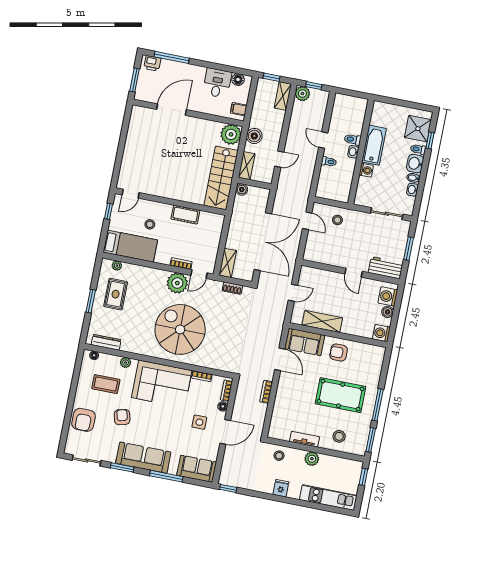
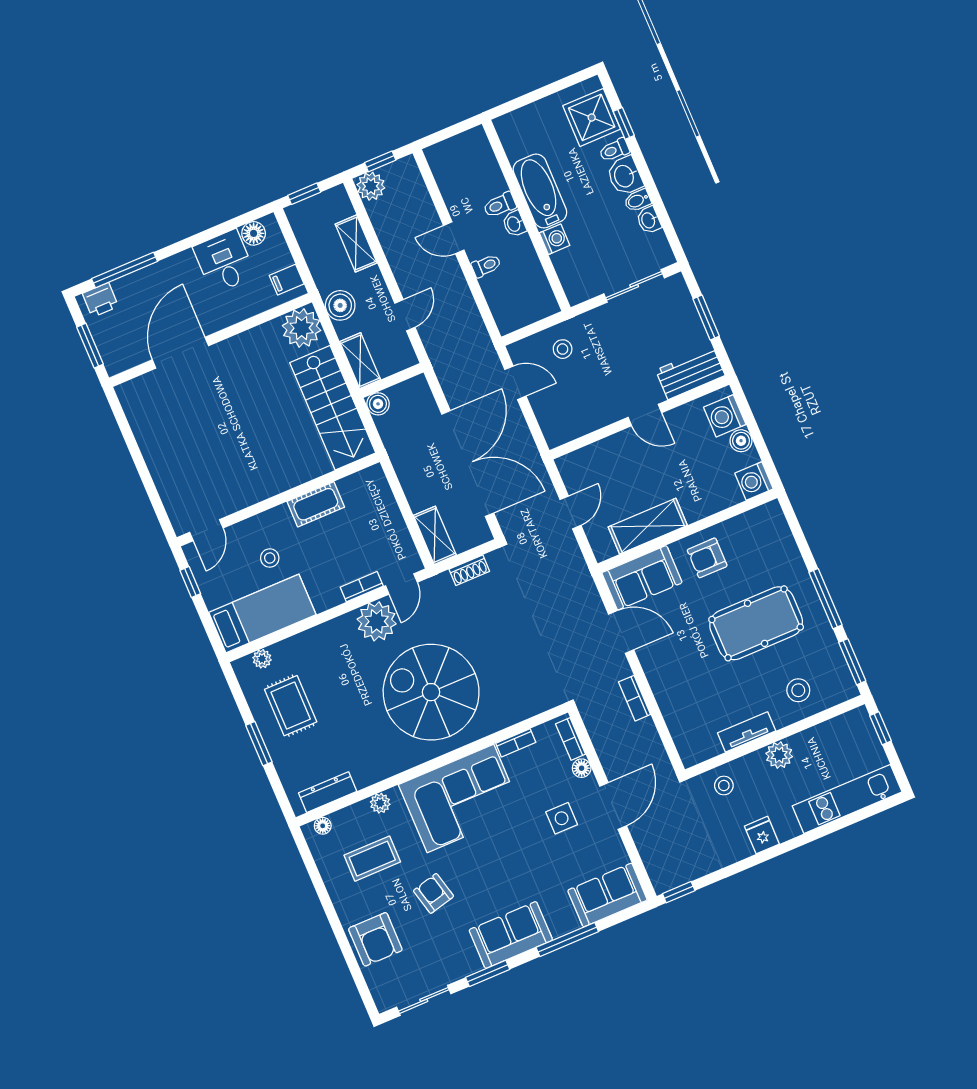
shelving: (283, 96) -> (356, 243), moved
sofa: (143, 458) -> (511, 935), width x0.73

